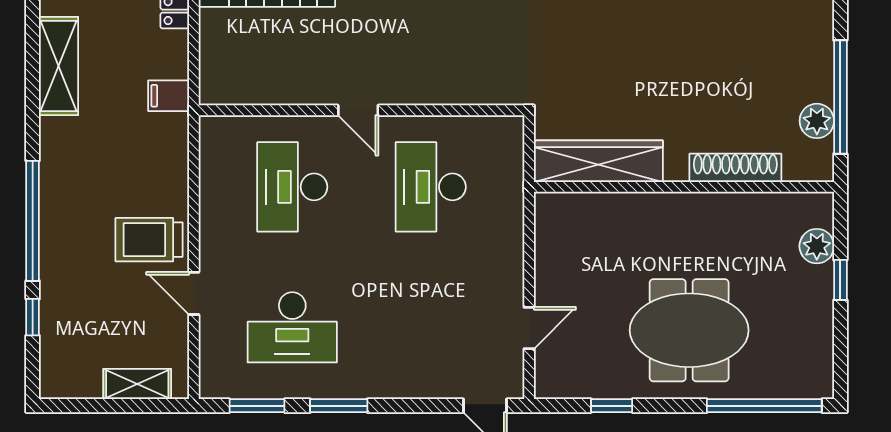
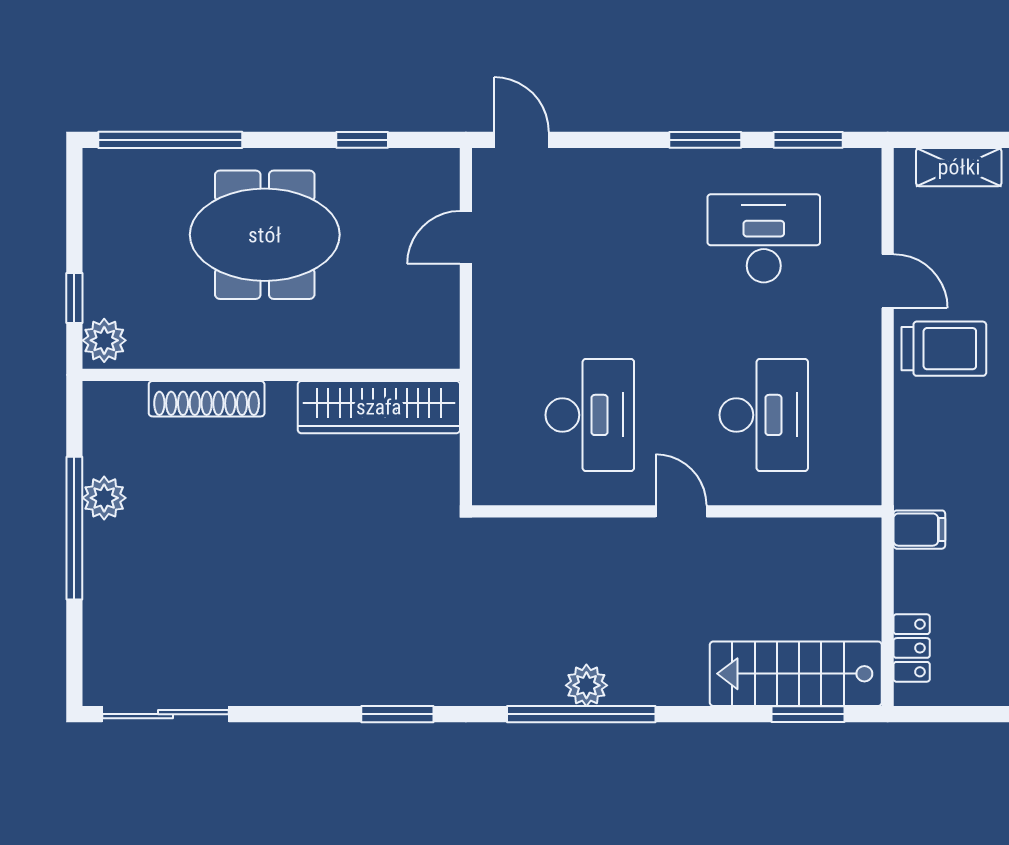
wardrobe: (598, 161) -> (379, 407), moved
shoe rack: (735, 168) -> (207, 399), moved
wall: (684, 187) -> (271, 375), moved

